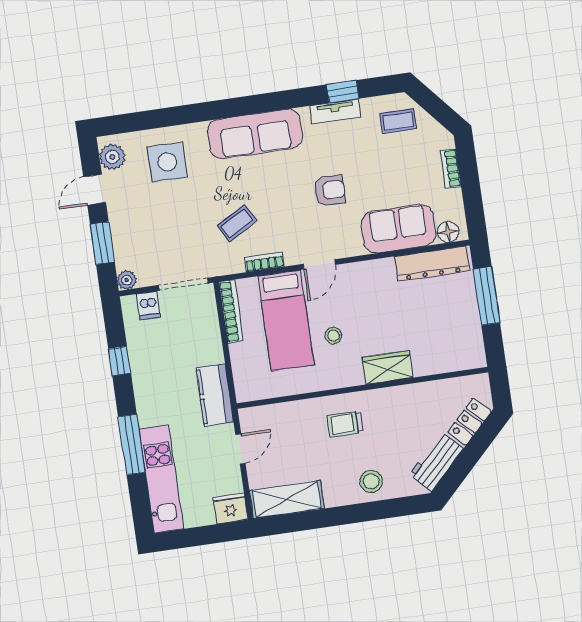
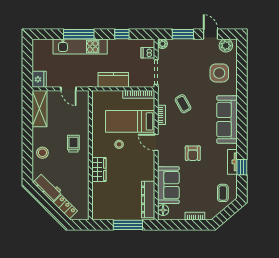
kitchen counter: (215, 395) -> (113, 80), moved
kitchen unit: (161, 479) -> (80, 47), moved

